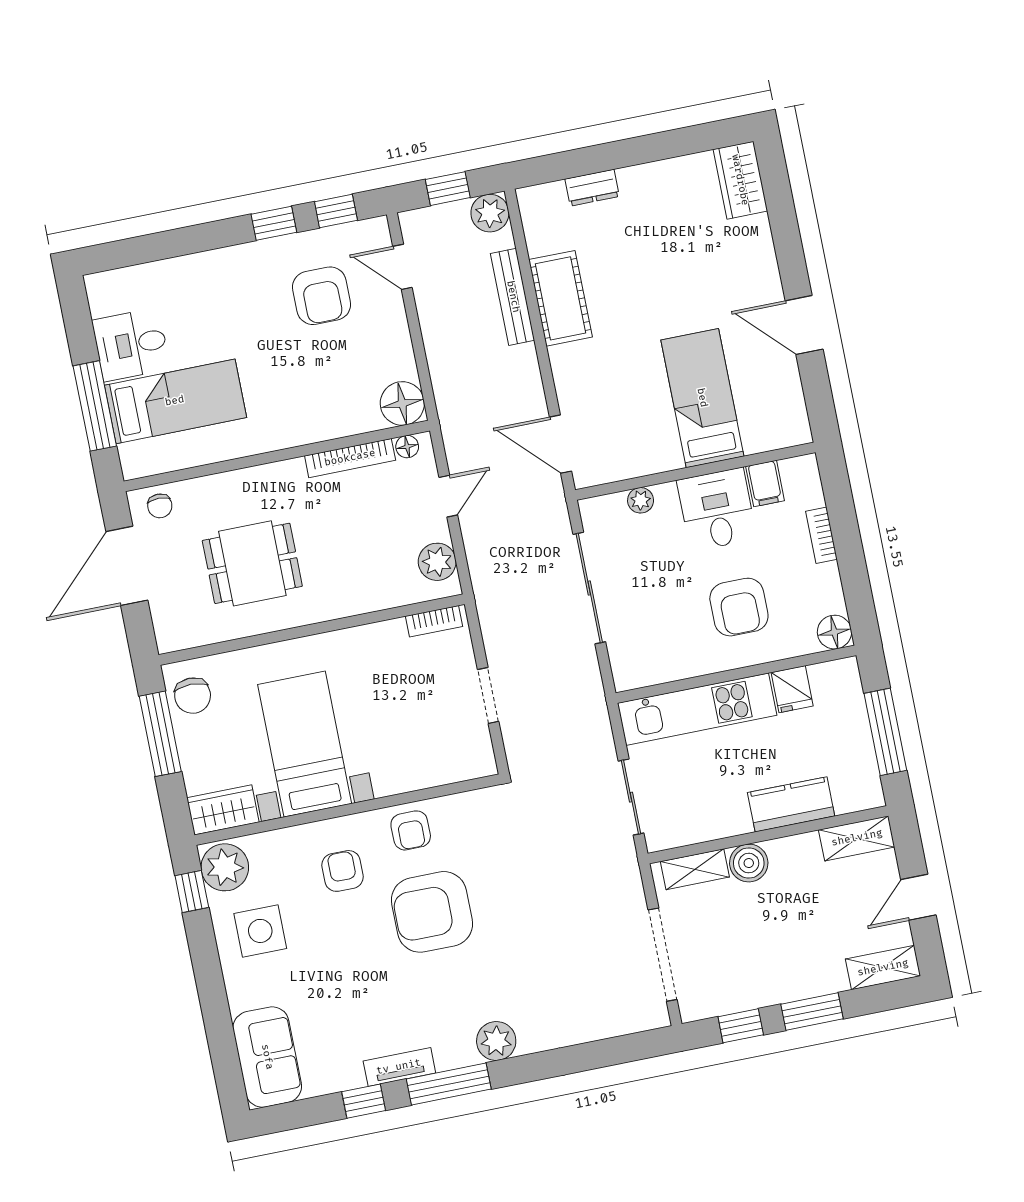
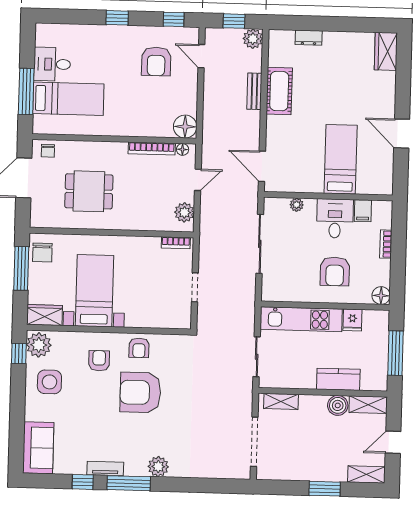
window: (274, 223) -> (117, 18), moved
bench: (513, 297) -> (254, 91), width x0.73
boiler: (749, 863) -> (338, 405), moved
window: (741, 1026) -> (286, 488), removed

